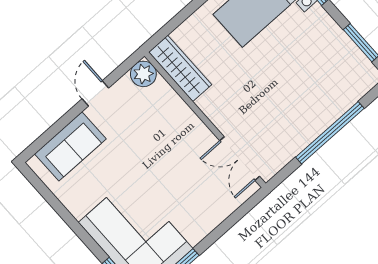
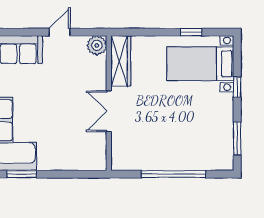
double door: (240, 159) -> (109, 111), moved

